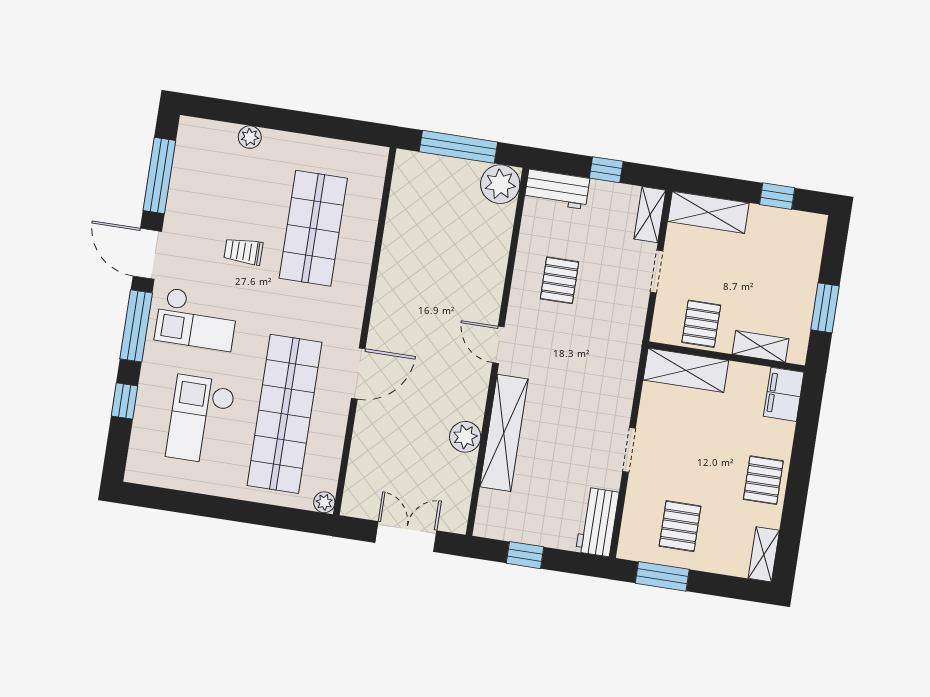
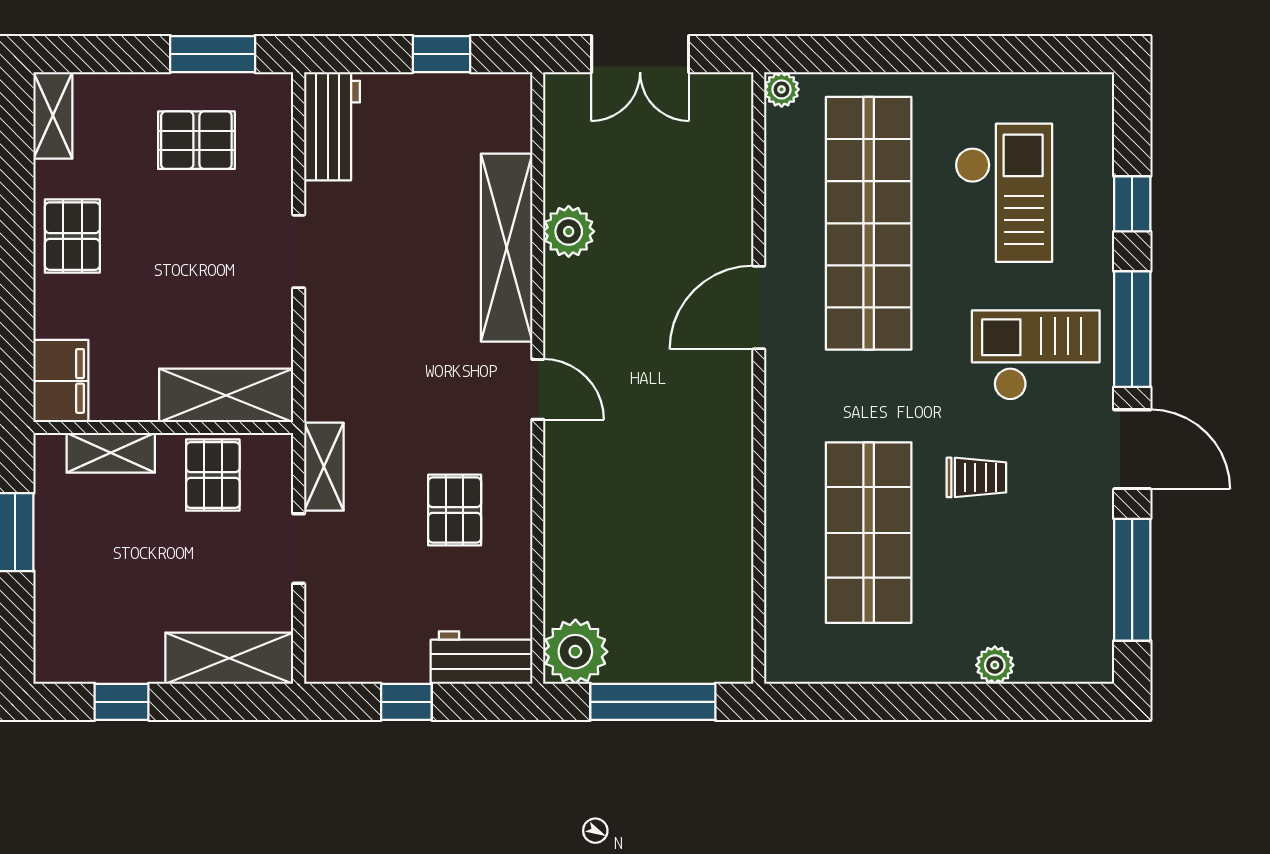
shelving: (650, 215) -> (324, 467), moved
pallet: (680, 526) -> (196, 140), turned 90

